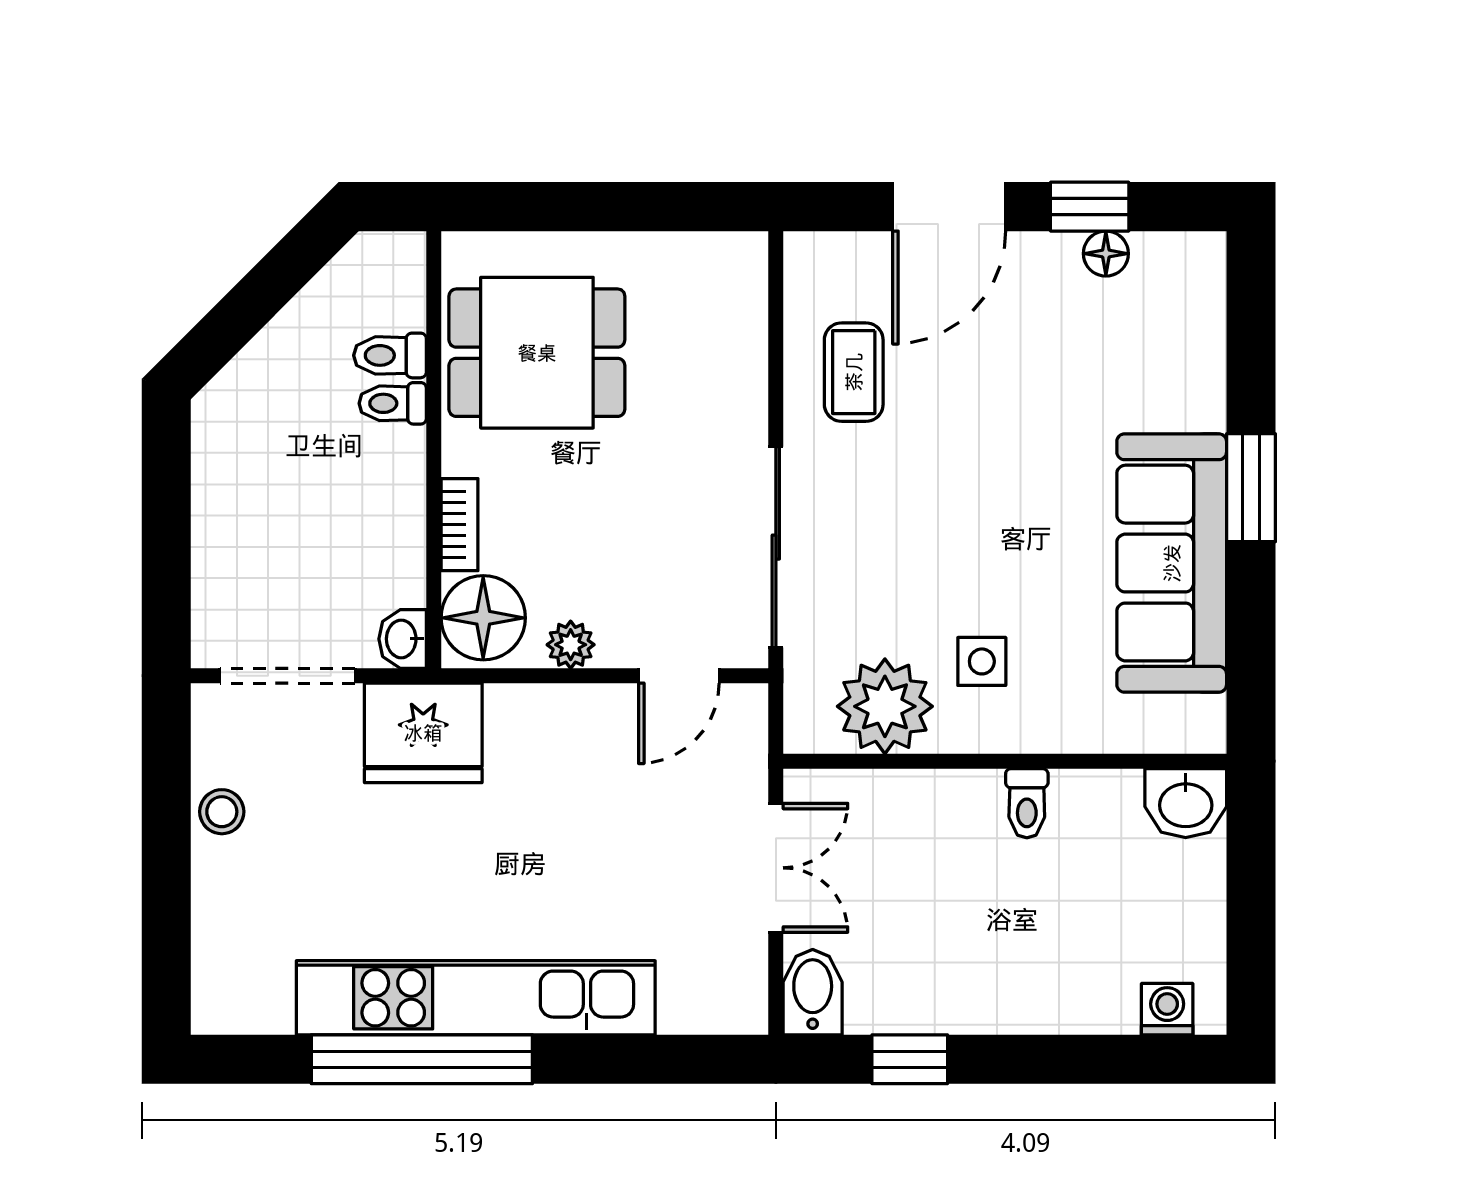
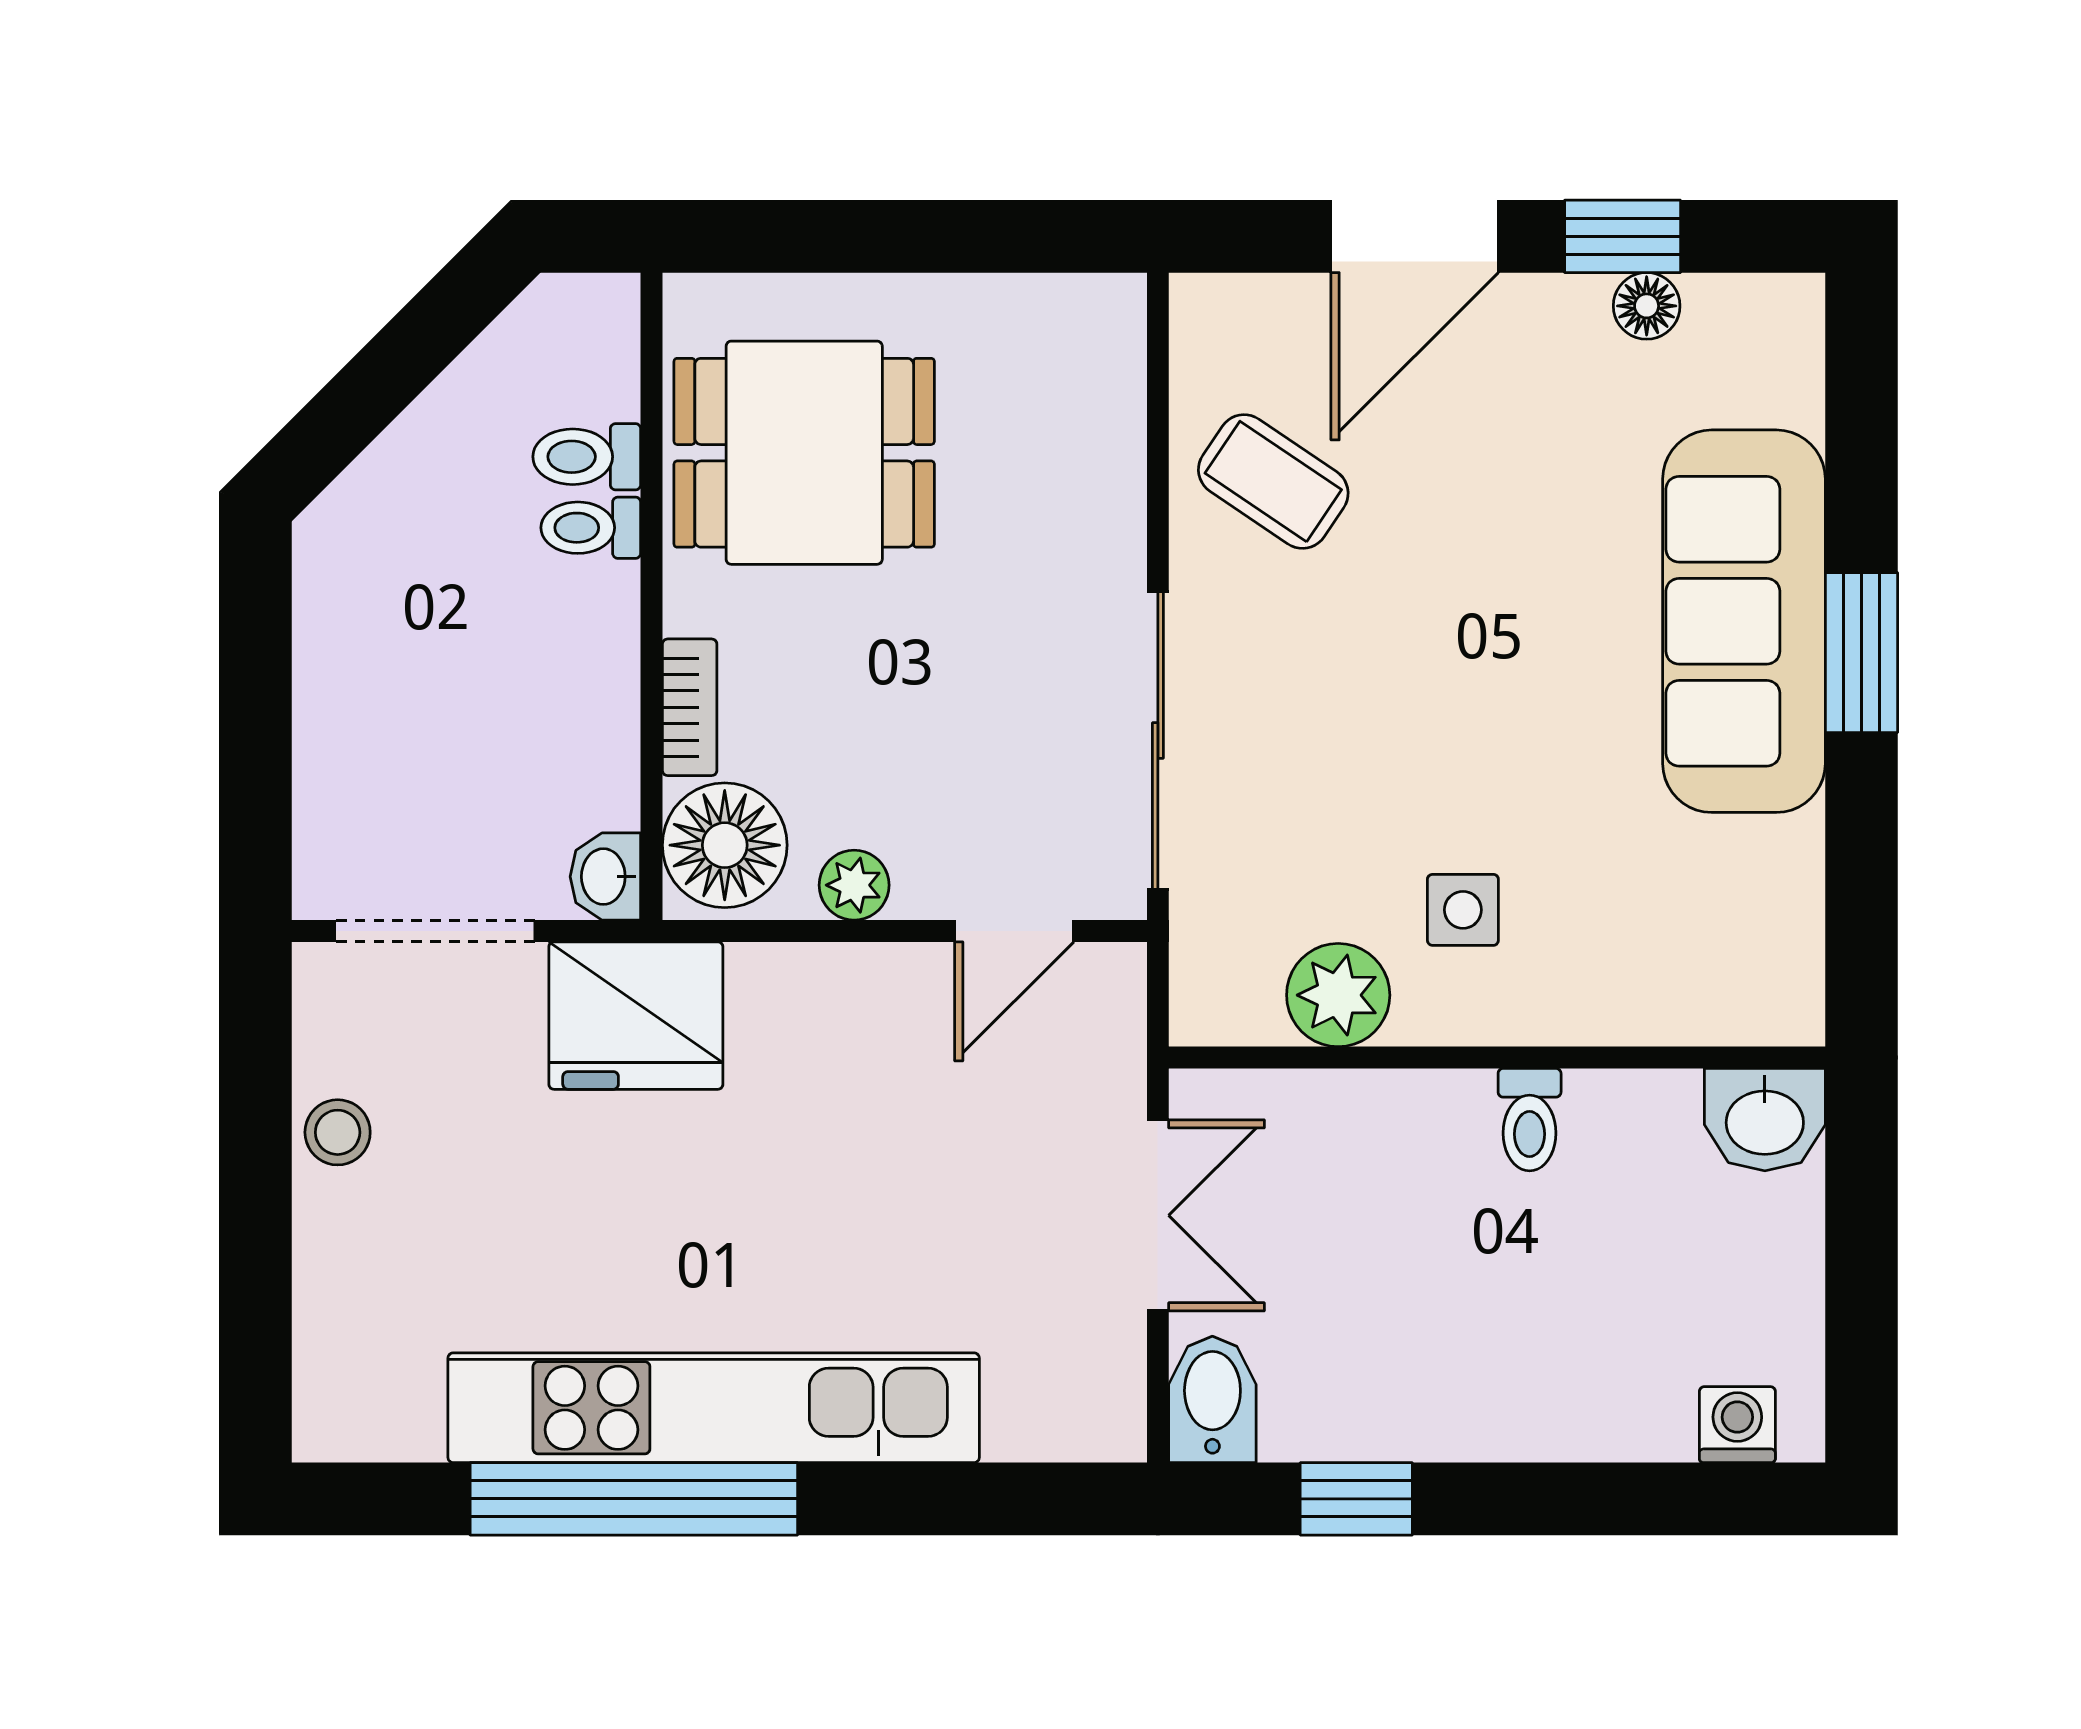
coffee table: (854, 372) -> (1273, 481), turned -56
sofa: (1172, 563) -> (1744, 621), moved
plant: (885, 706) -> (1338, 995), width x0.73, depth x0.73

